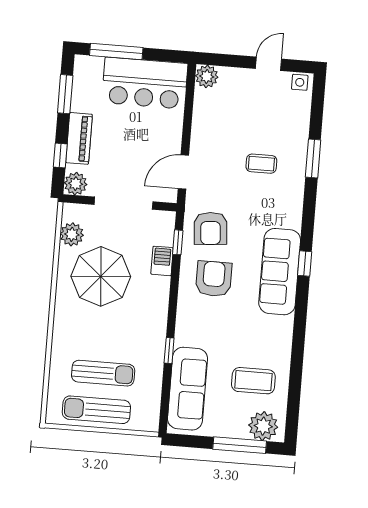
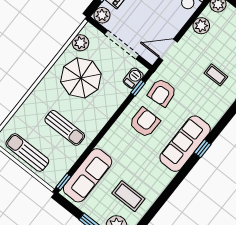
plant: (204, 116) -> (201, 26), added
barbecue: (162, 261) -> (133, 78), moved
window: (169, 351) -> (64, 182), moved
sun lounger: (103, 373) -> (65, 128), moved

